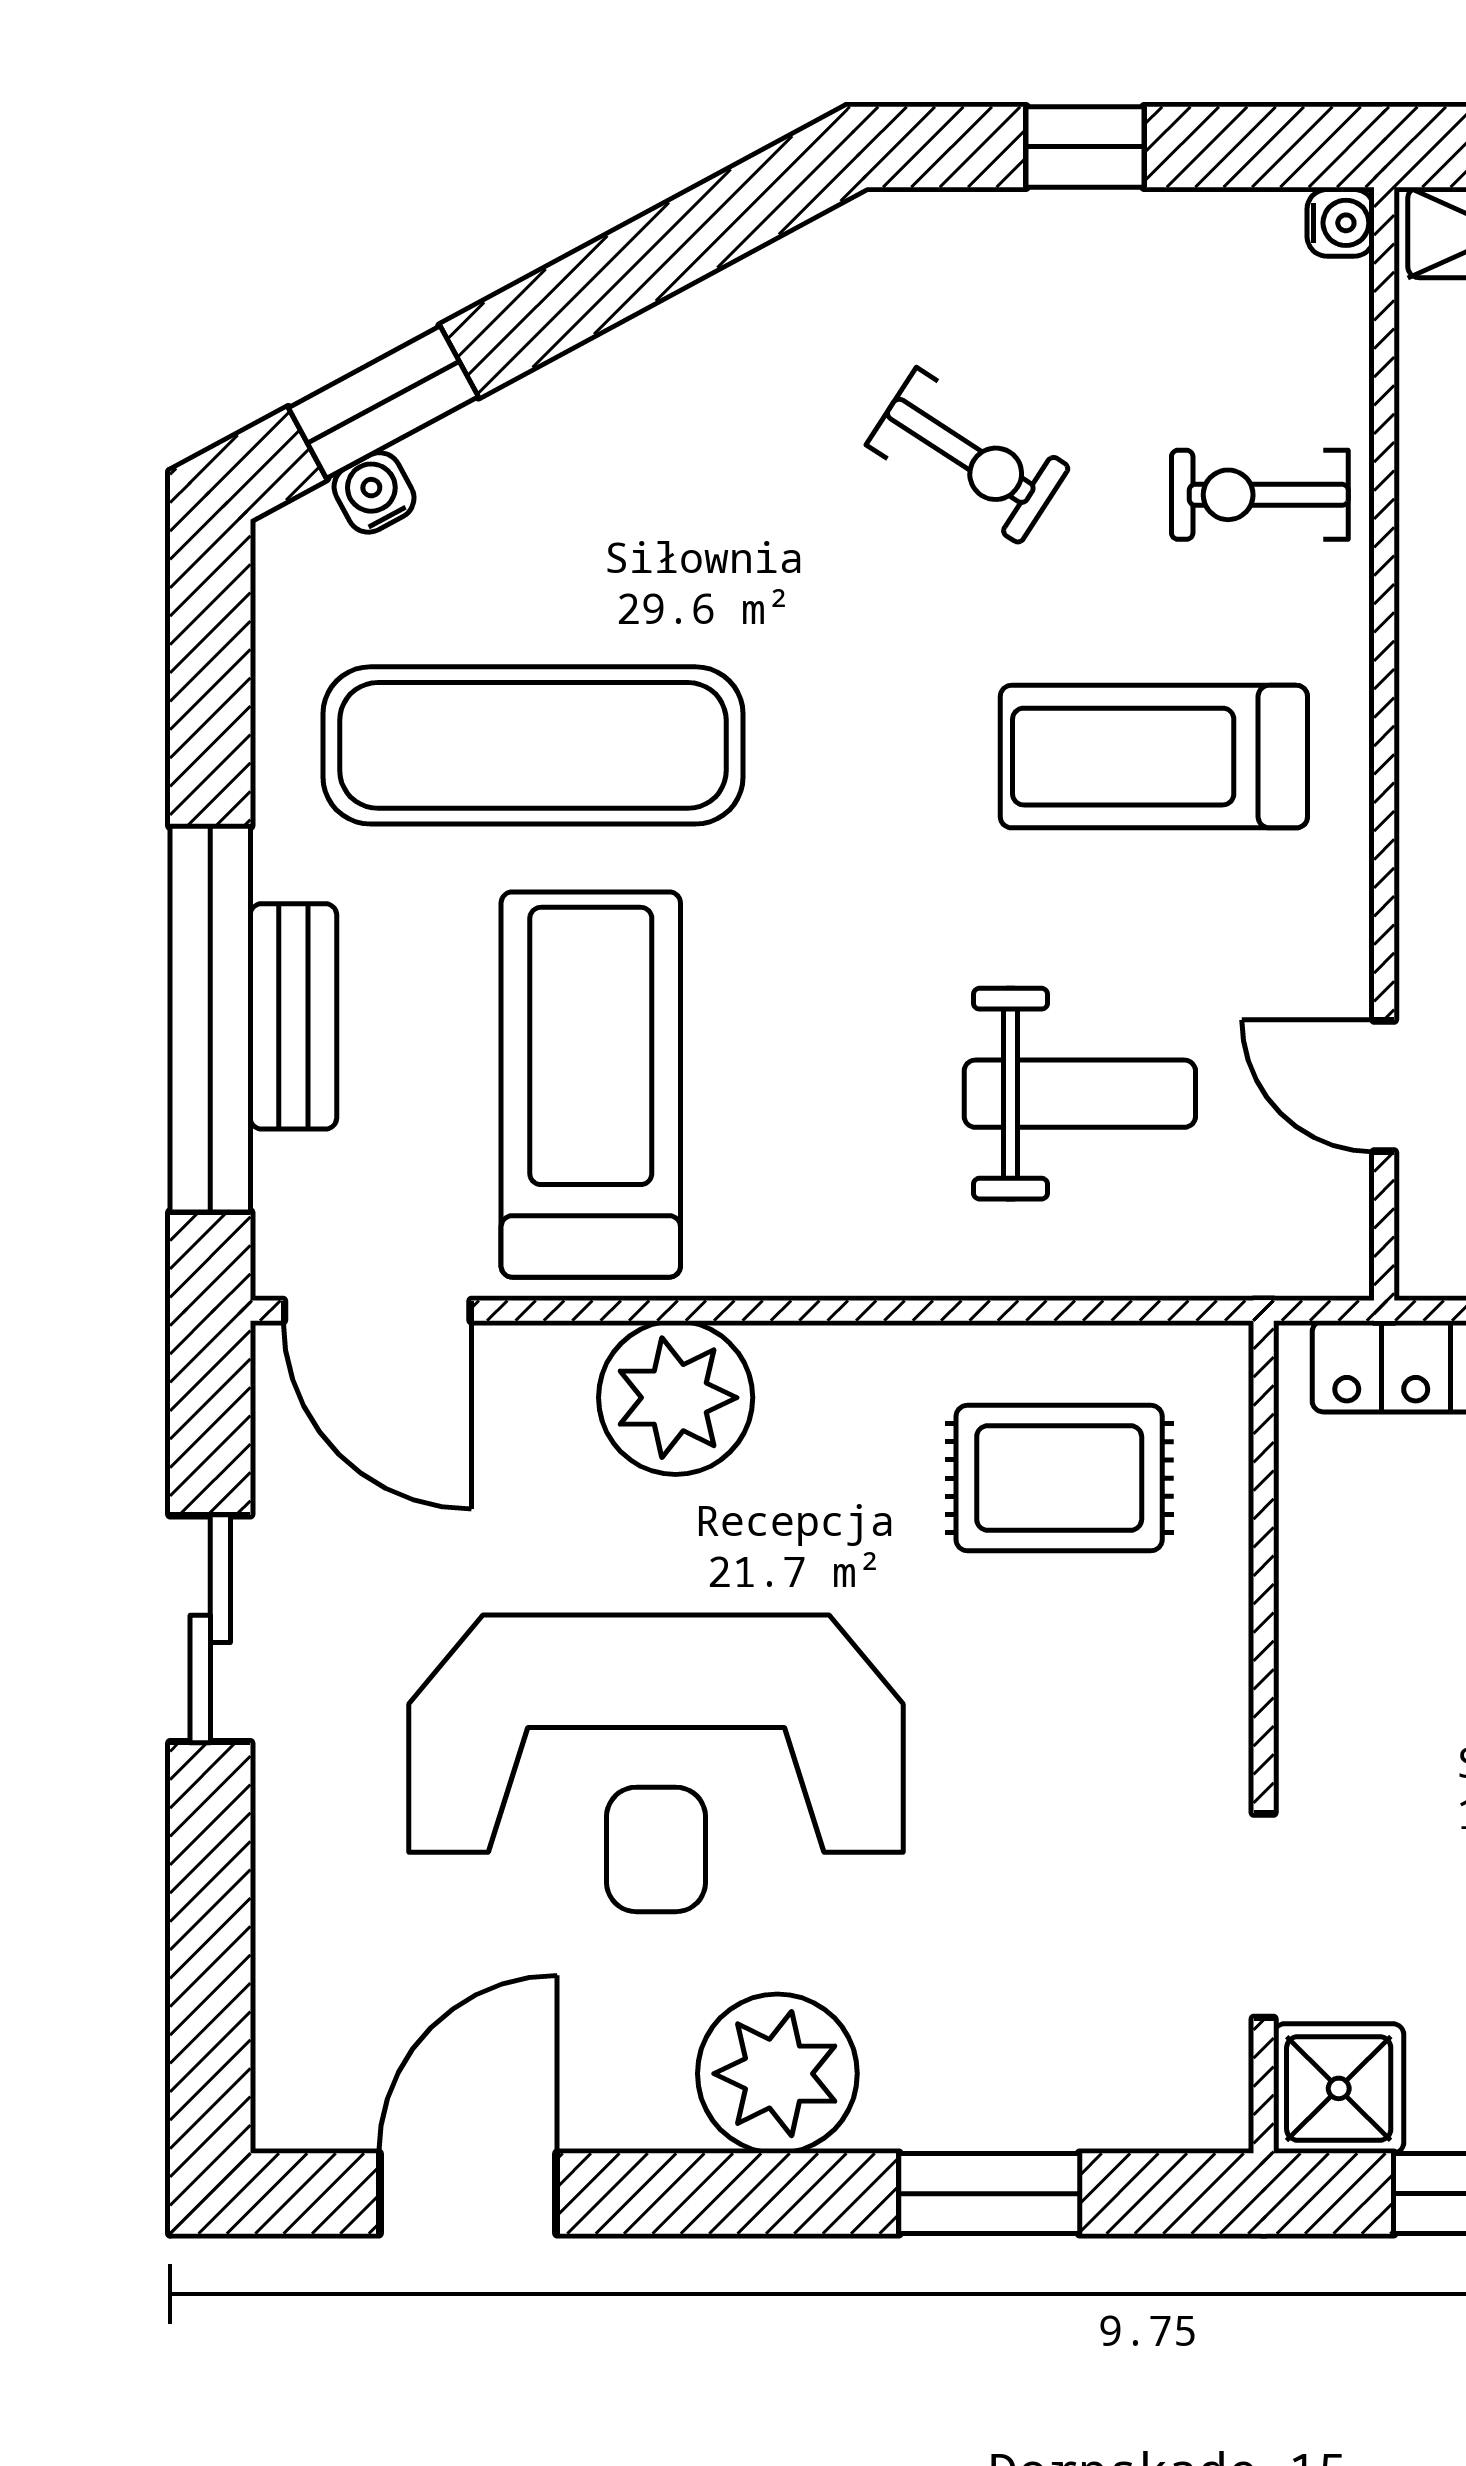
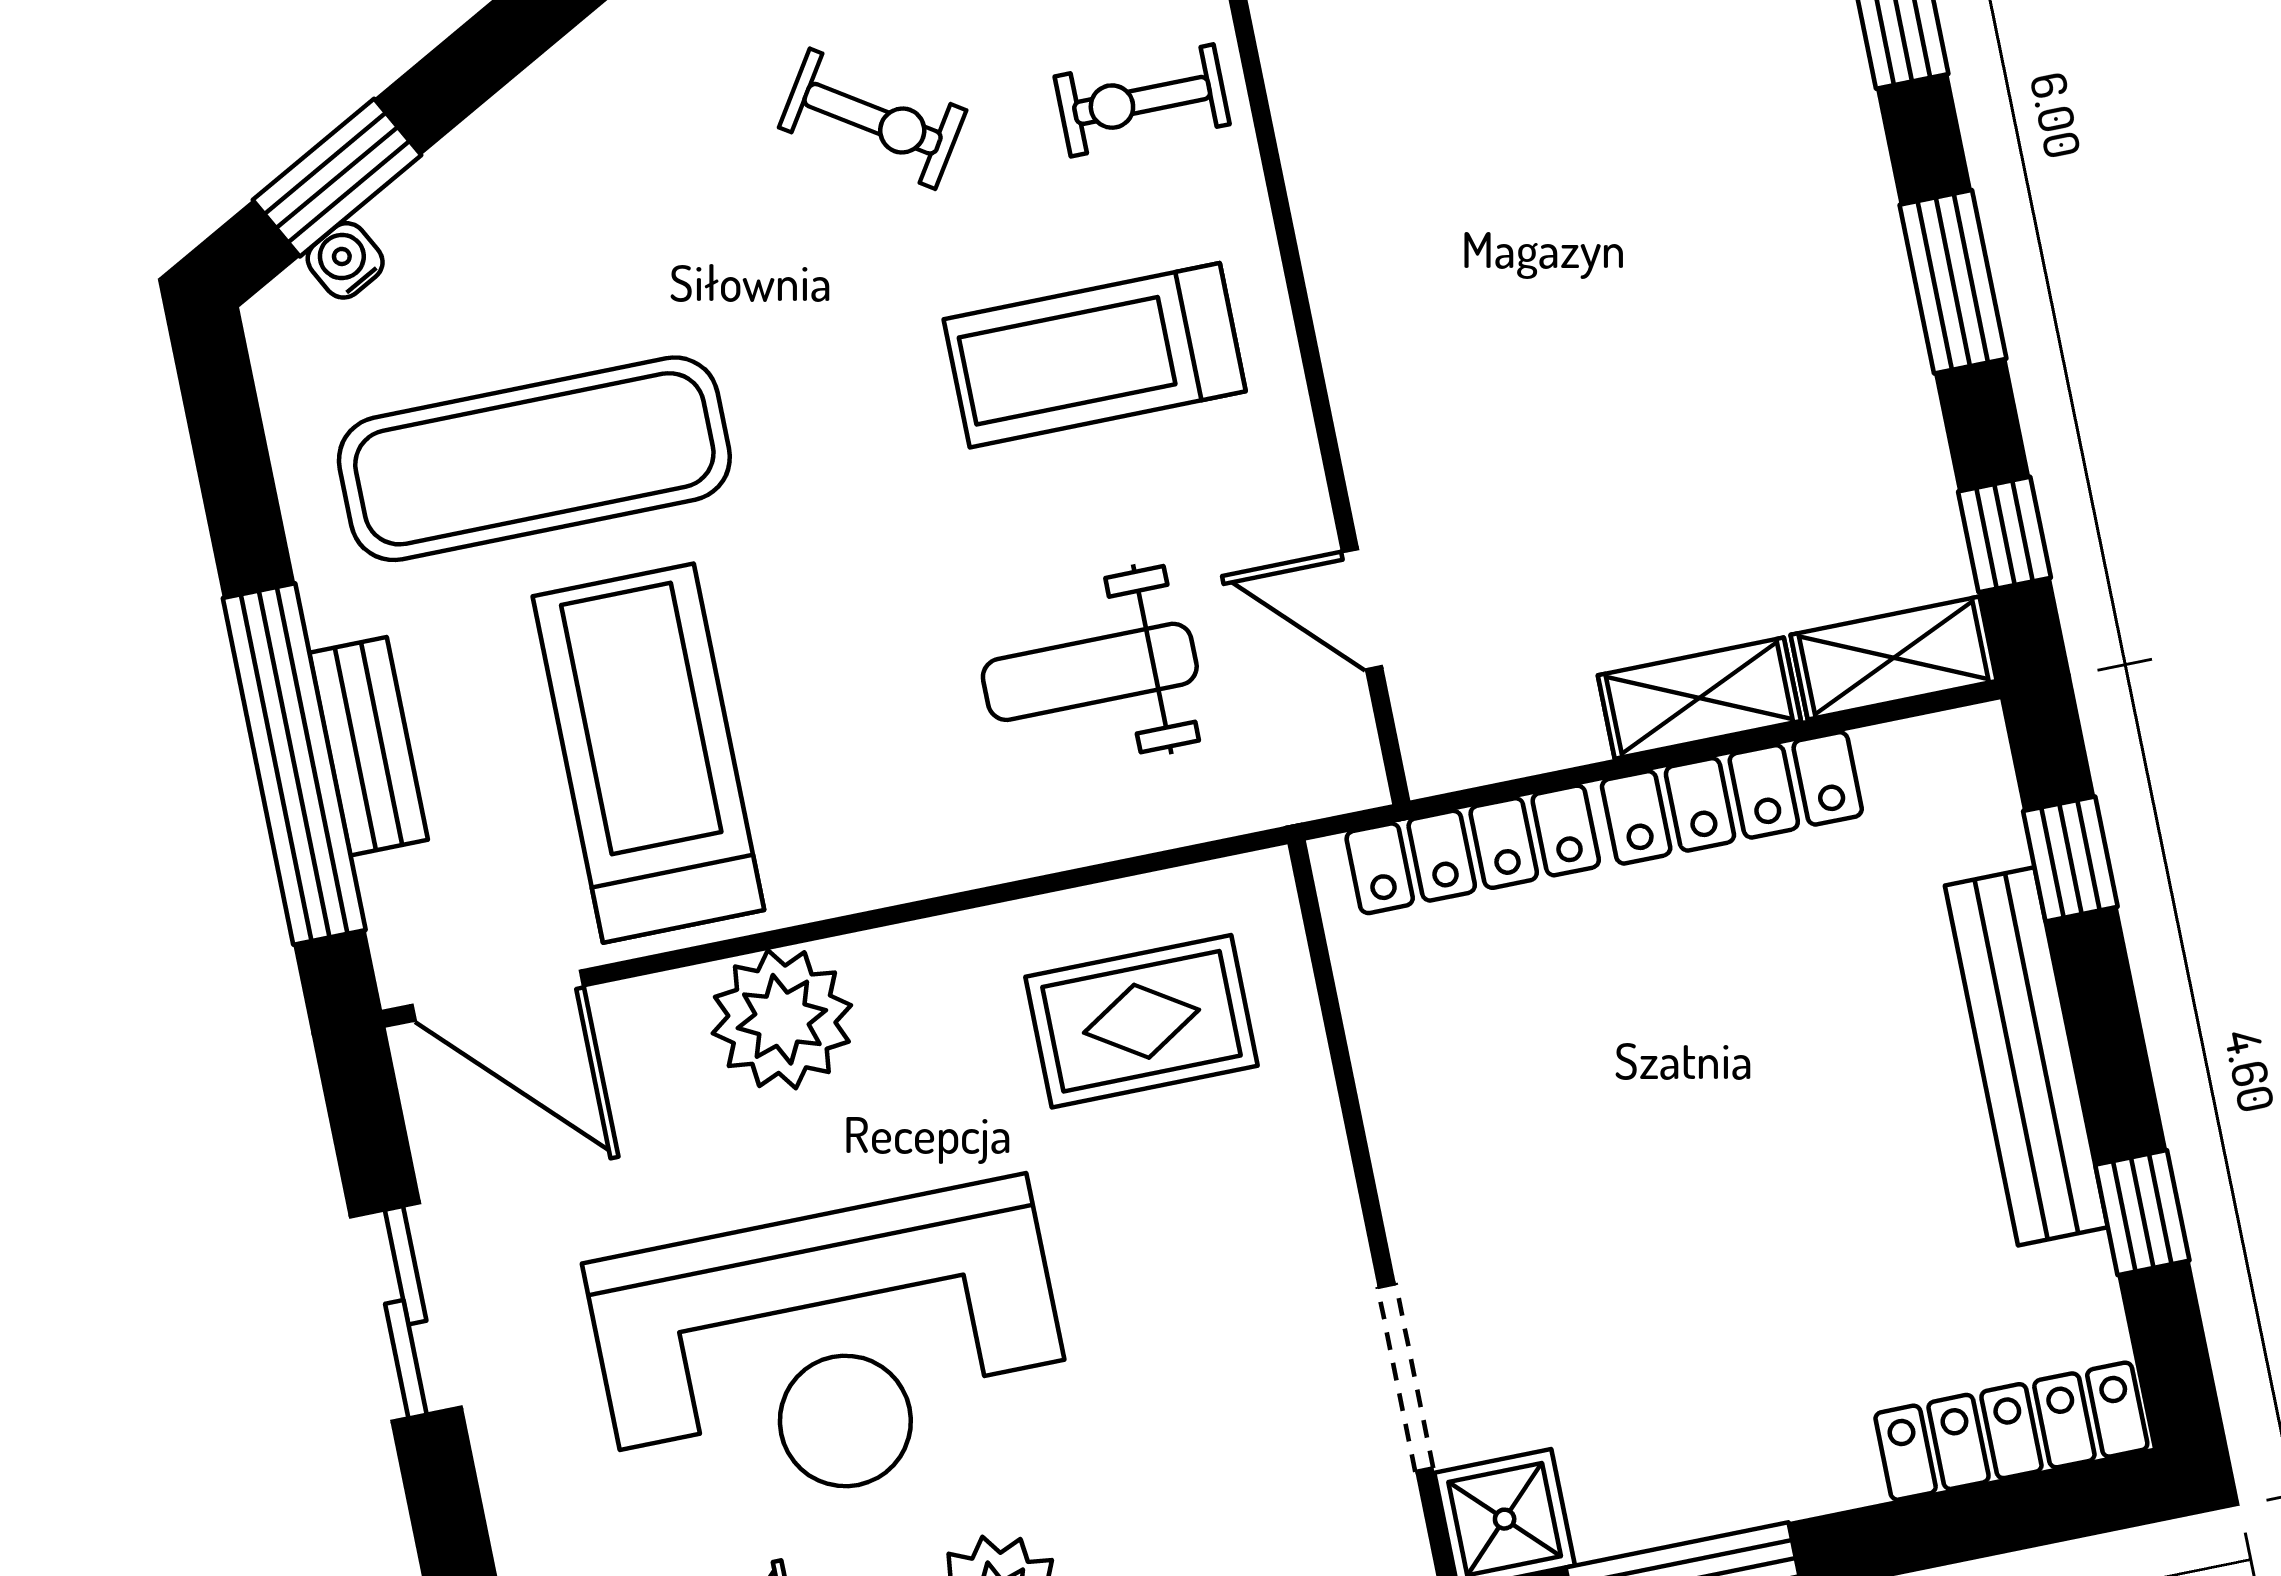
weight bench: (1080, 1094) -> (1090, 672), turned 180

